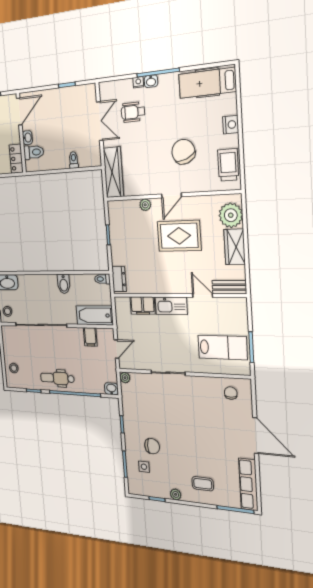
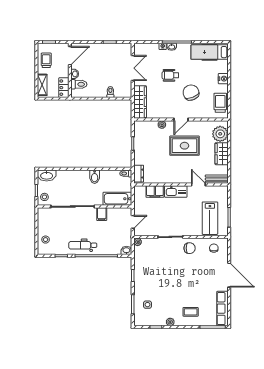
wheelchair: (133, 112) -> (170, 75), moved
filing cabinet: (90, 337) -> (102, 214), moved
lab bench: (222, 347) -> (210, 218), turned 90
chair: (152, 446) -> (190, 248), moved

